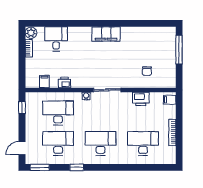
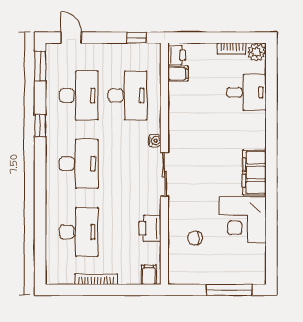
corner desk: (135, 41) -> (243, 220), added
printer: (64, 82) -> (177, 55), moved

